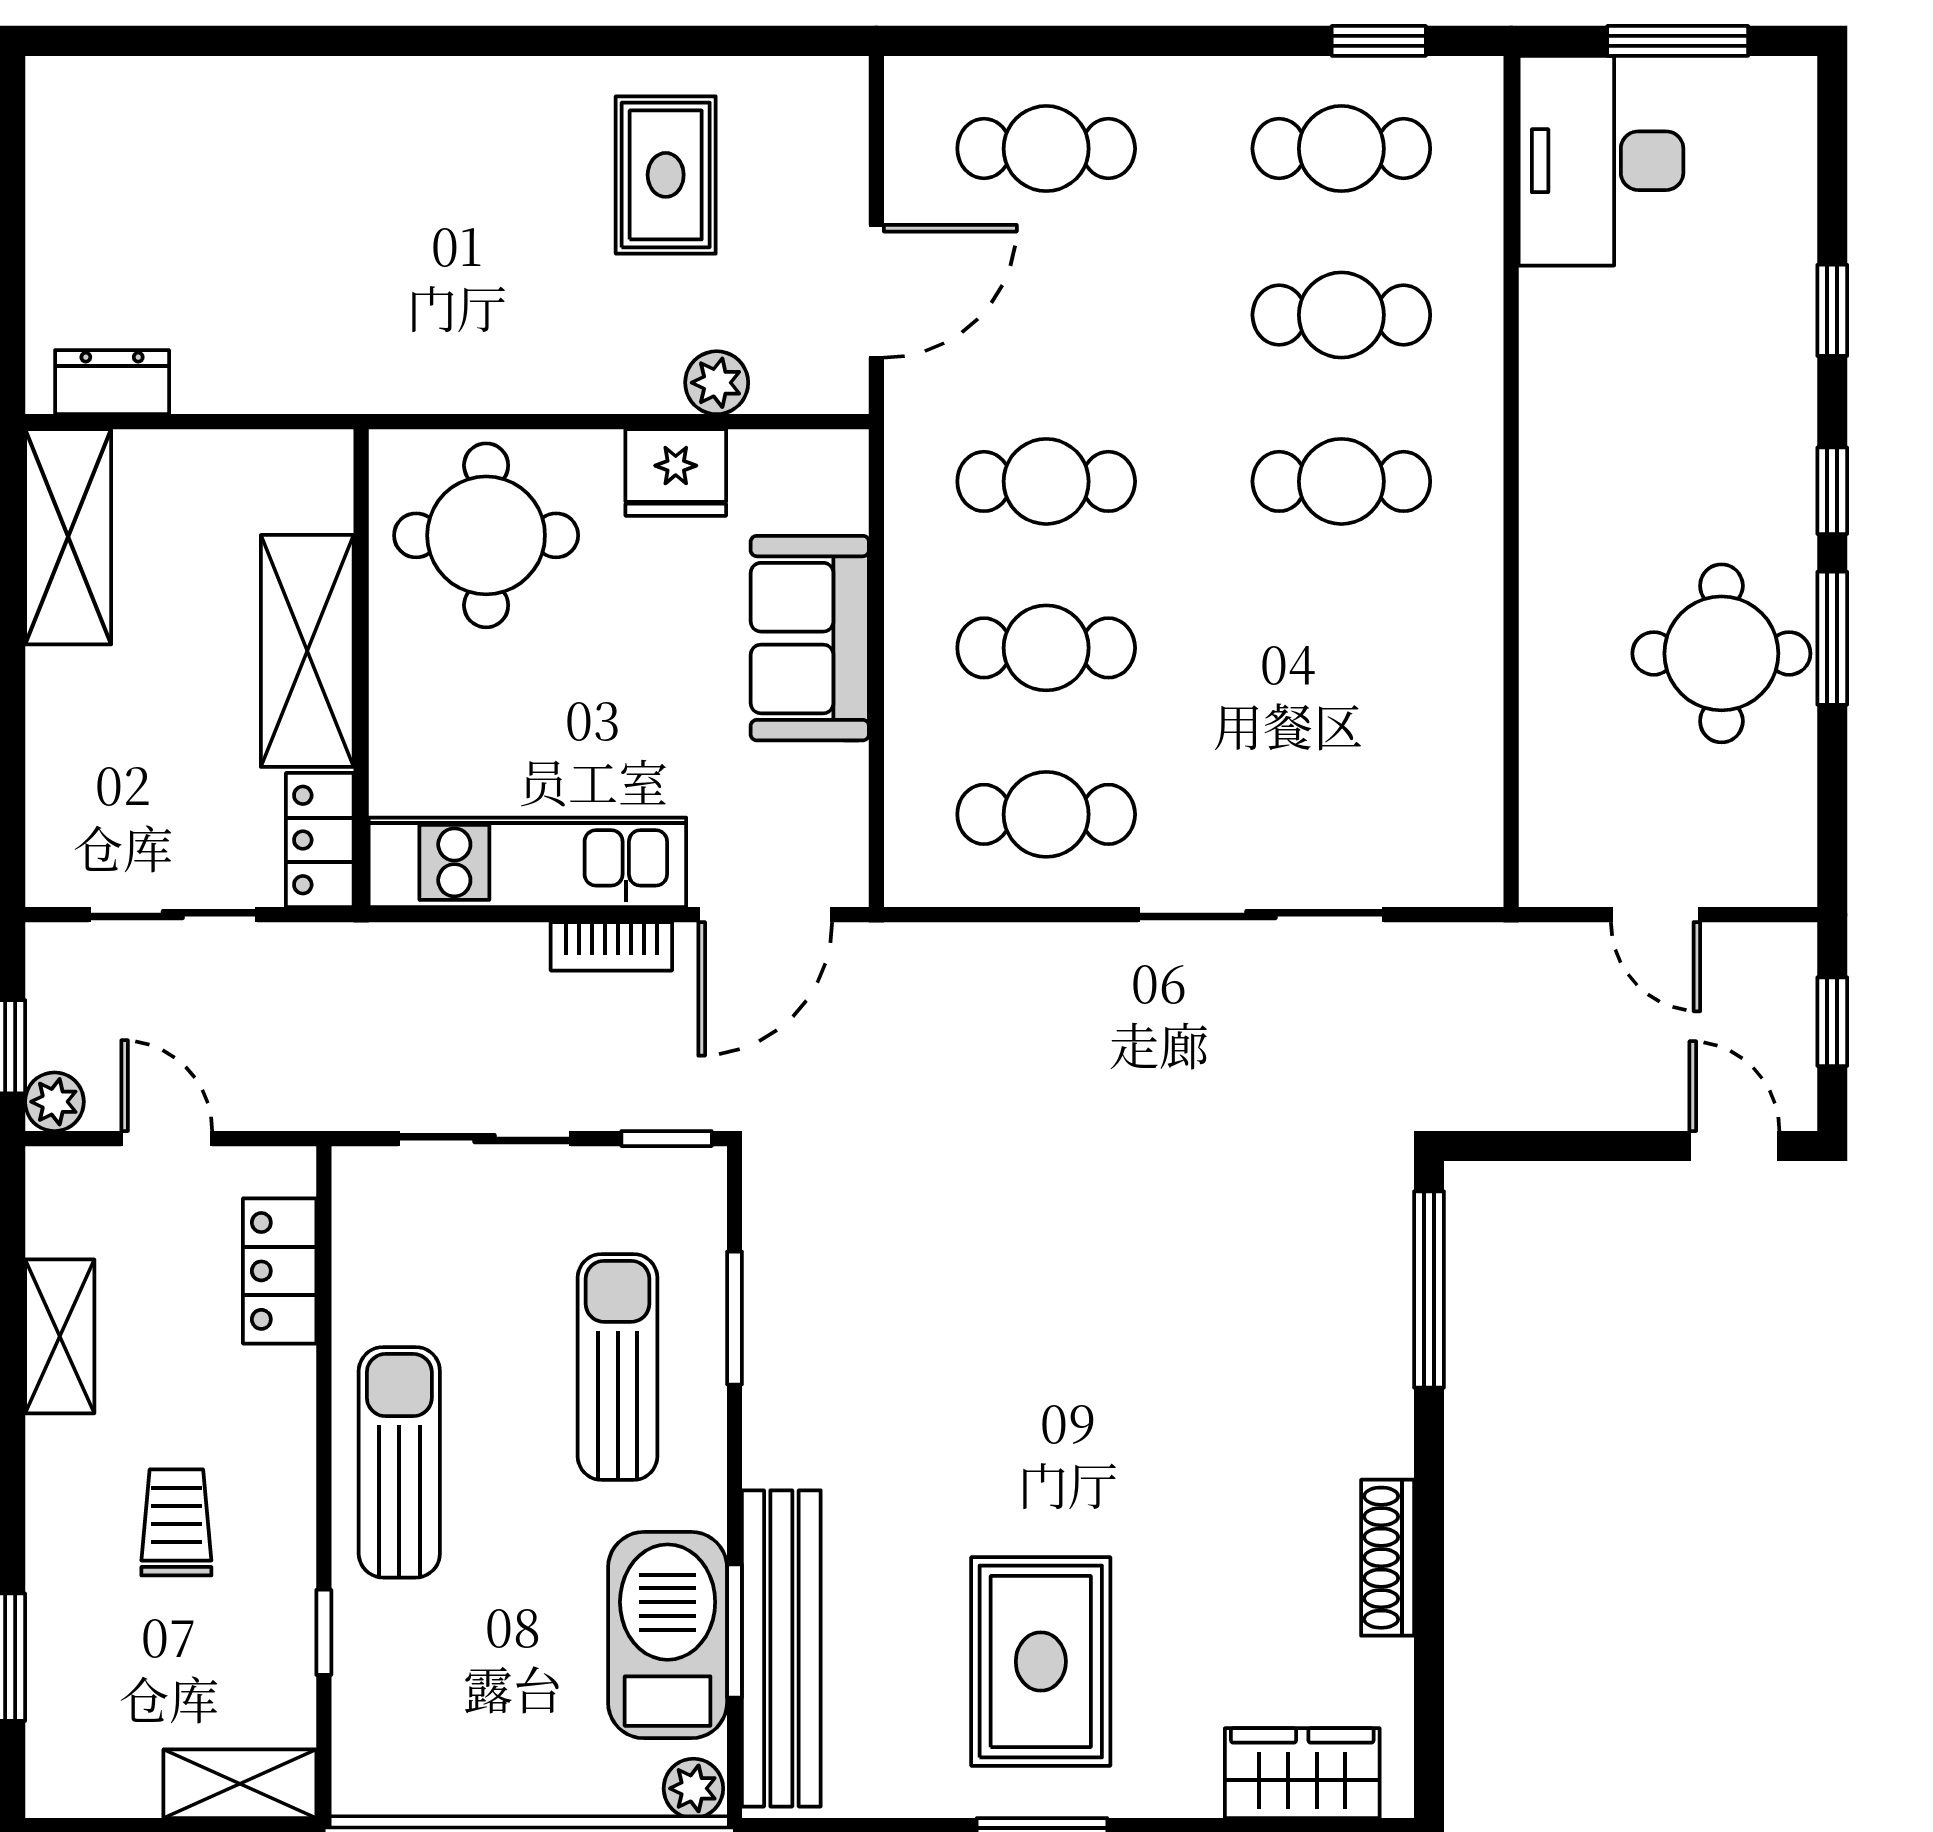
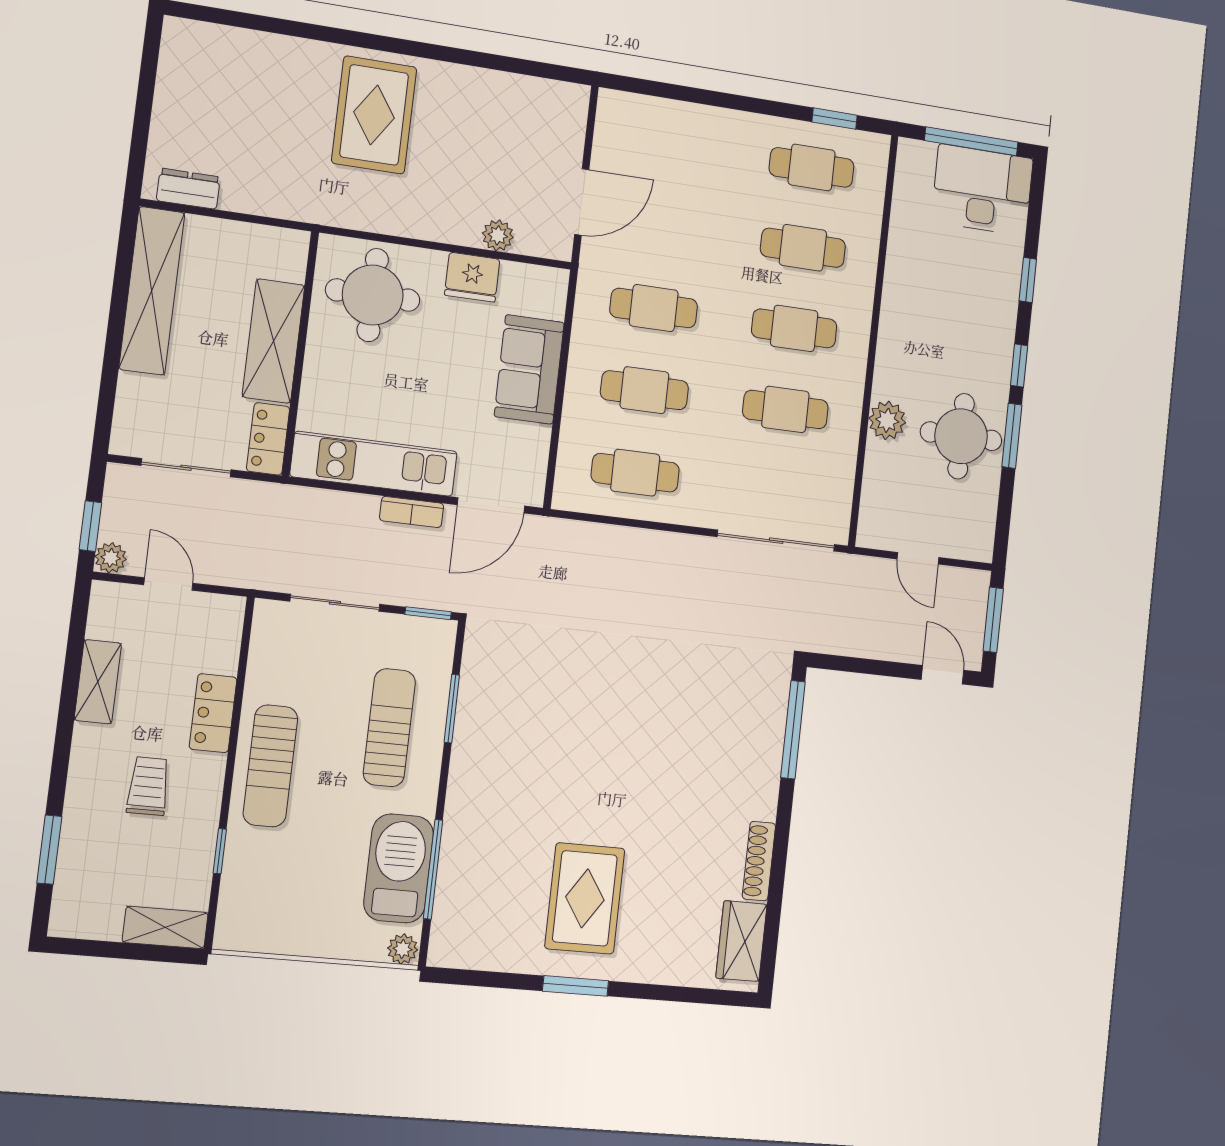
window: (1678, 41) -> (971, 141), width x1.44
cafe table: (1046, 149) -> (785, 409), moved
desk: (1601, 161) -> (982, 190), moved, turned 90
rug: (666, 175) -> (374, 115), moved, width x1.36, depth x1.43
shelving: (68, 537) -> (152, 291), width x1.47
plant: (1559, 642) -> (887, 420), added
sliding door: (1261, 915) -> (776, 541), moved
window: (1832, 1022) -> (993, 620), width x1.50
locker: (280, 1271) -> (213, 713), moved
sun lounger: (399, 1462) -> (270, 766), turned 180
window: (735, 1631) -> (433, 869), width x1.44
bench: (781, 1648) -> (456, 880), removed
wardrobe: (1302, 1773) -> (741, 941), moved, turned -90

